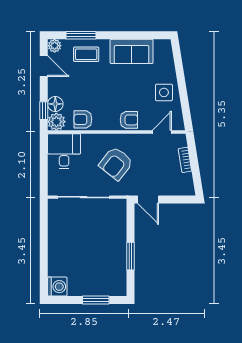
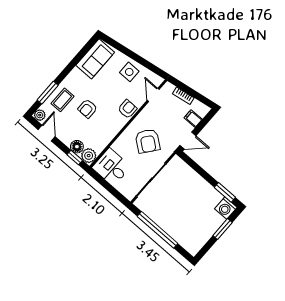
sofa: (132, 51) -> (95, 59), moved
door: (44, 66) -> (47, 133), hinge flipped
armchair: (83, 119) -> (88, 108), moved
filing cabinet: (172, 187) -> (193, 119), added
window: (44, 242) -> (158, 230), added
window: (131, 256) -> (225, 192), moved
washing machine: (57, 287) -> (226, 208), moved, turned 180

